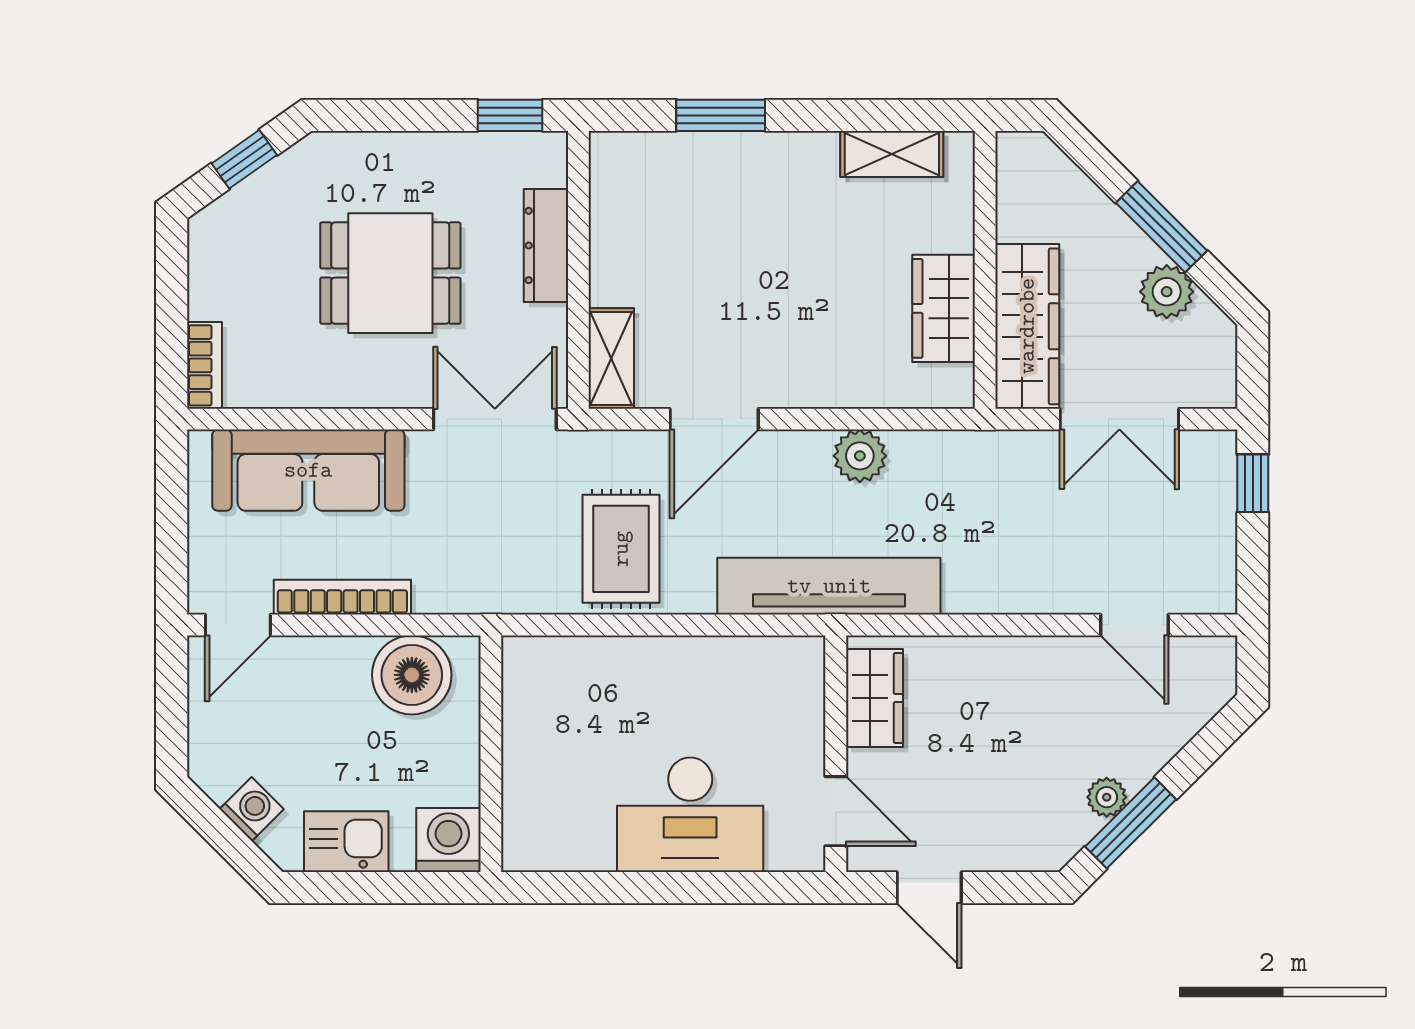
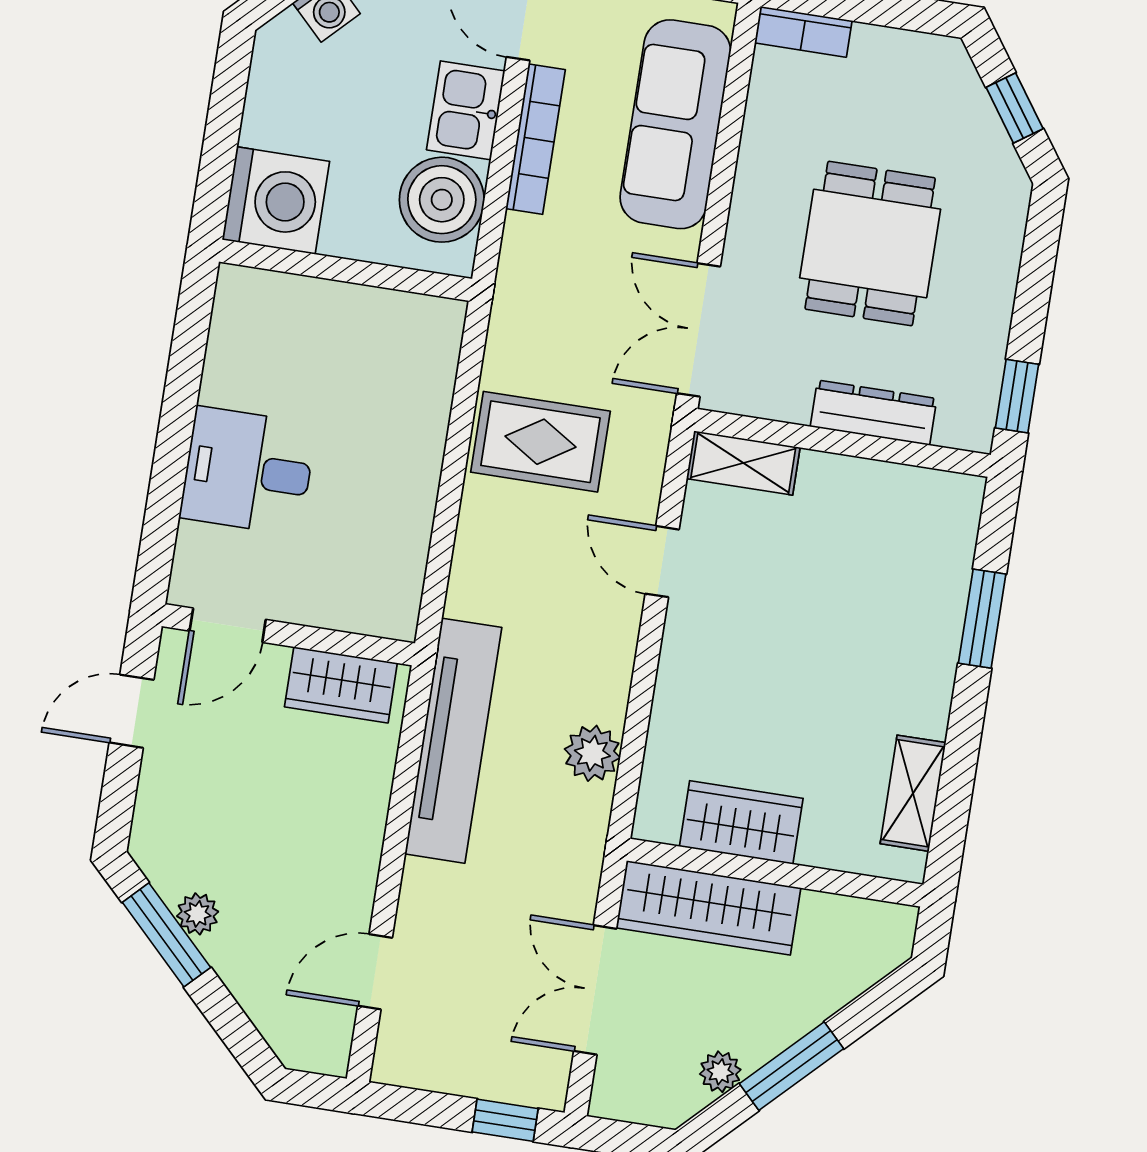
plant: (1167, 292) -> (720, 1072), width x0.73, depth x0.73
double door: (495, 419) -> (698, 330), swing flipped
door: (714, 419) -> (662, 562), width x0.73
plant: (860, 456) -> (592, 753), moved
tv unit: (829, 586) -> (453, 741), moved
desk: (690, 815) -> (248, 471), width x0.73
washing machine: (448, 840) -> (276, 201), width x1.37, depth x1.37
kitchen sink: (346, 842) -> (466, 110), moved, turned 180

